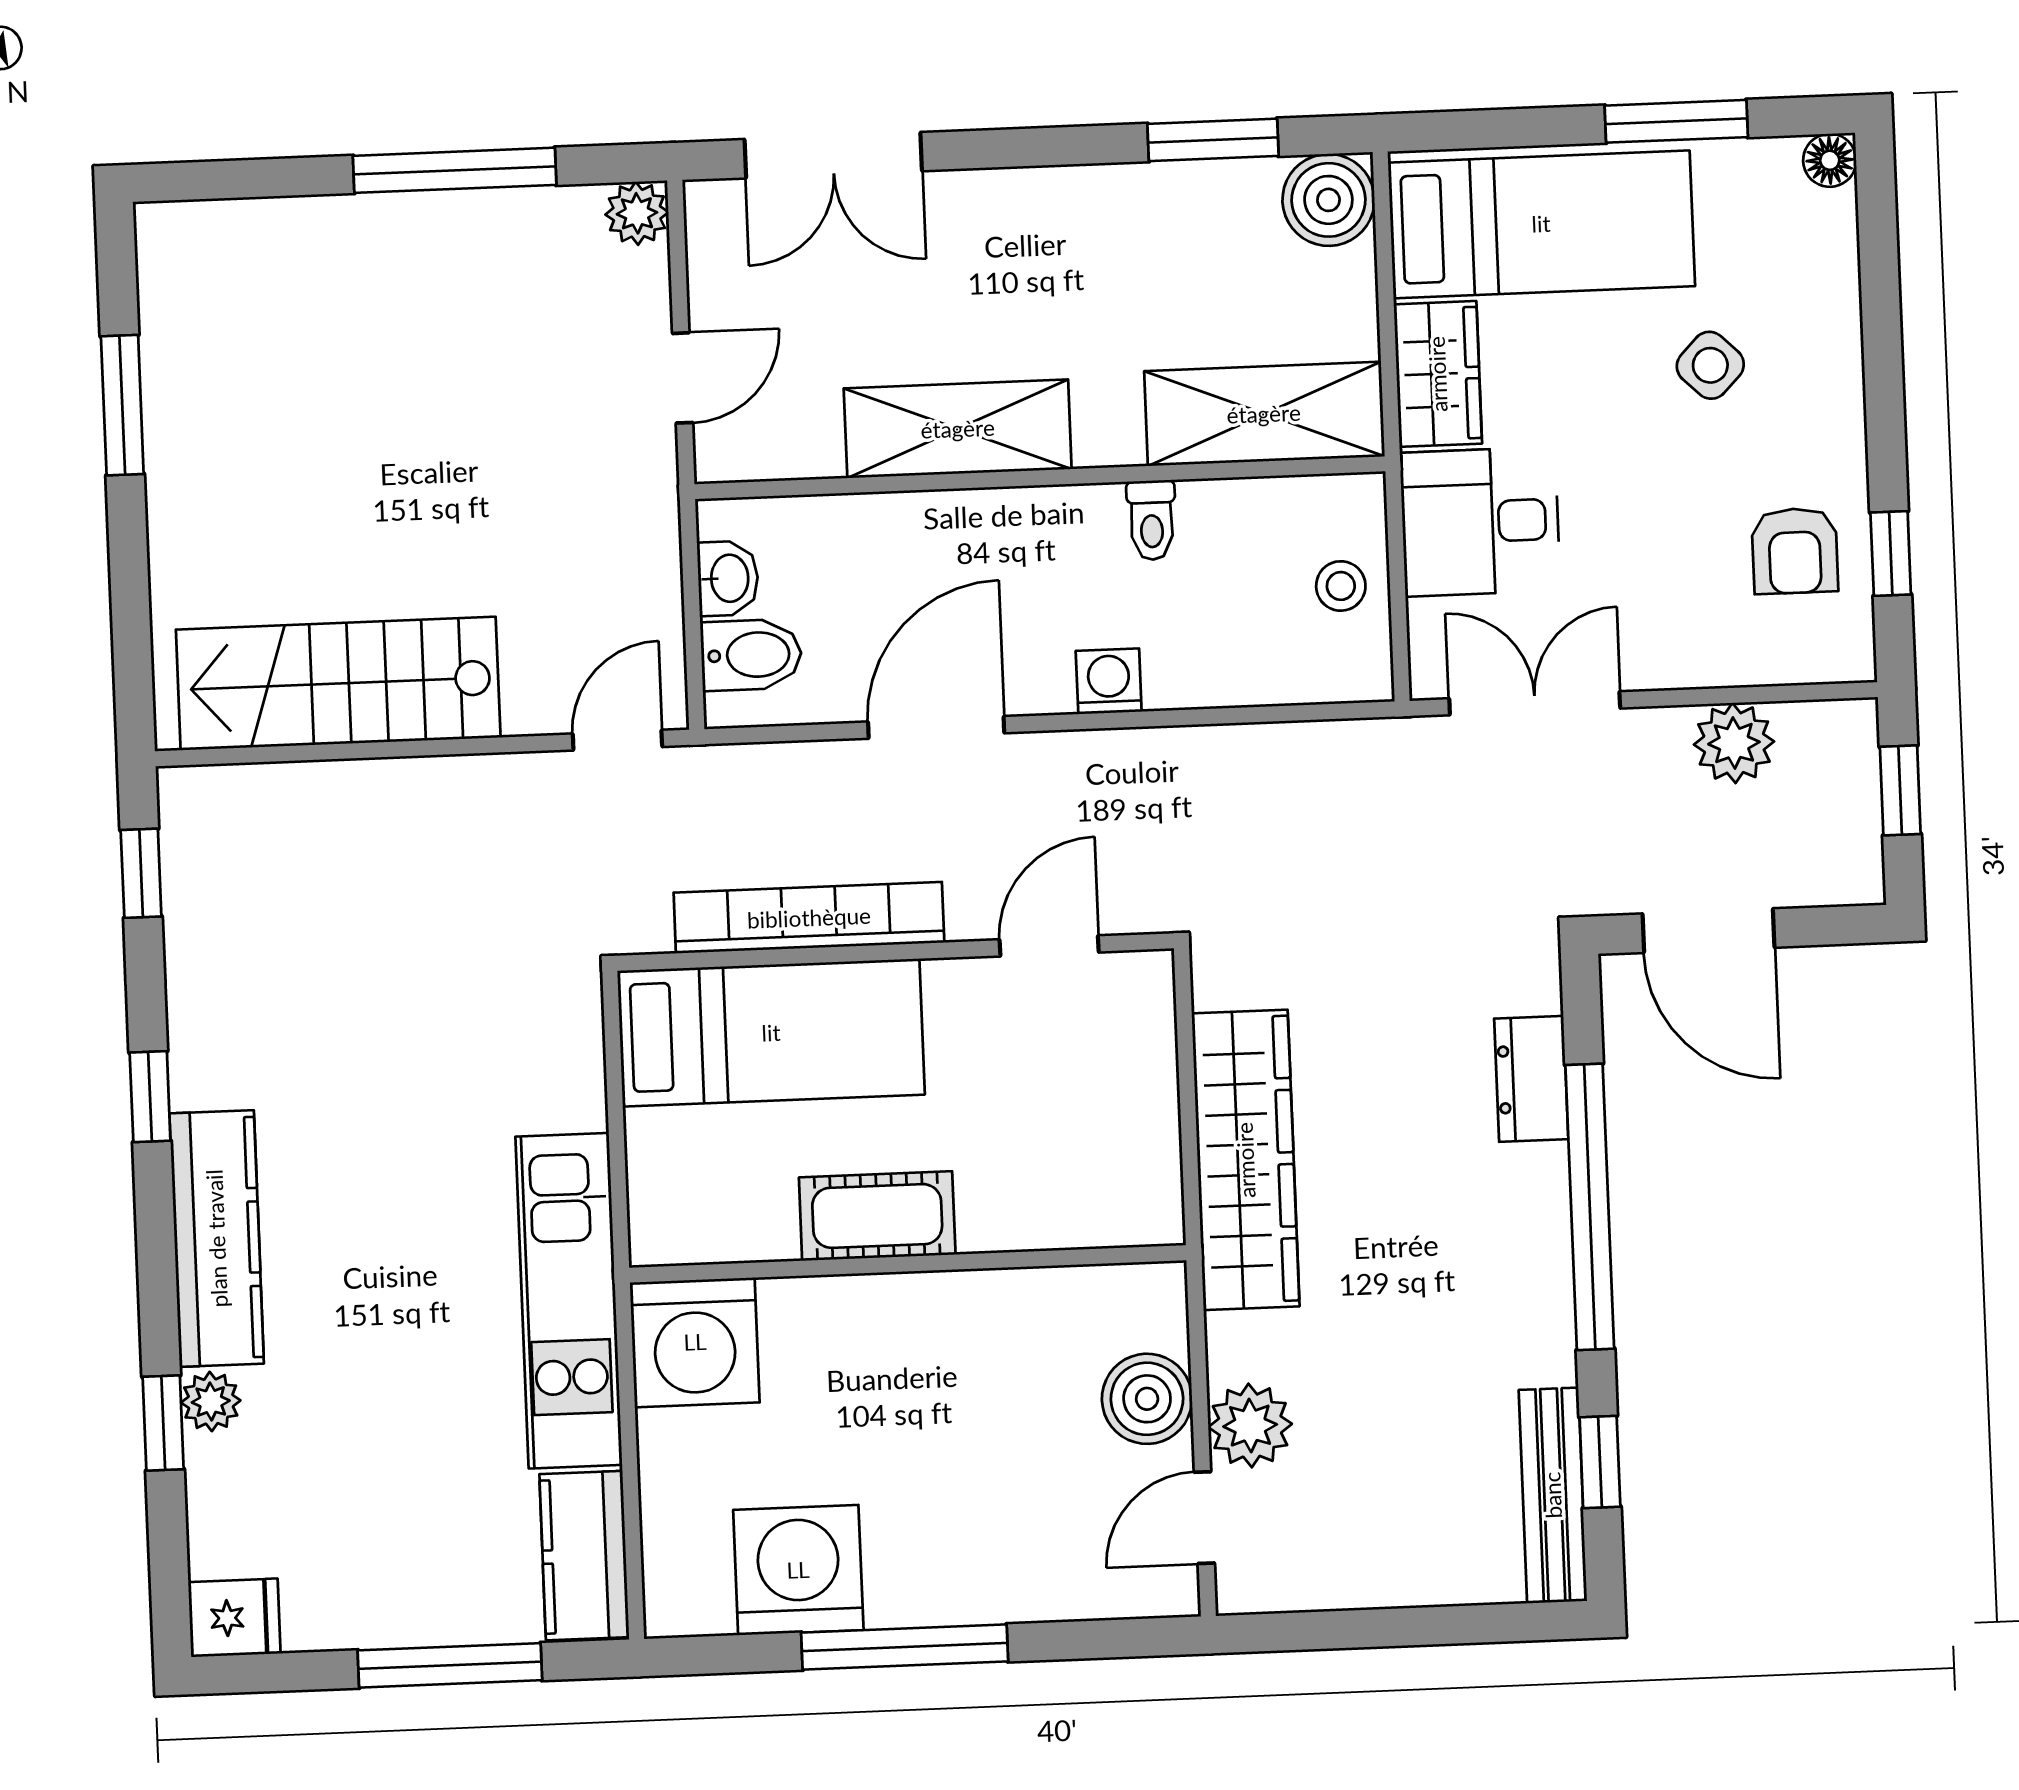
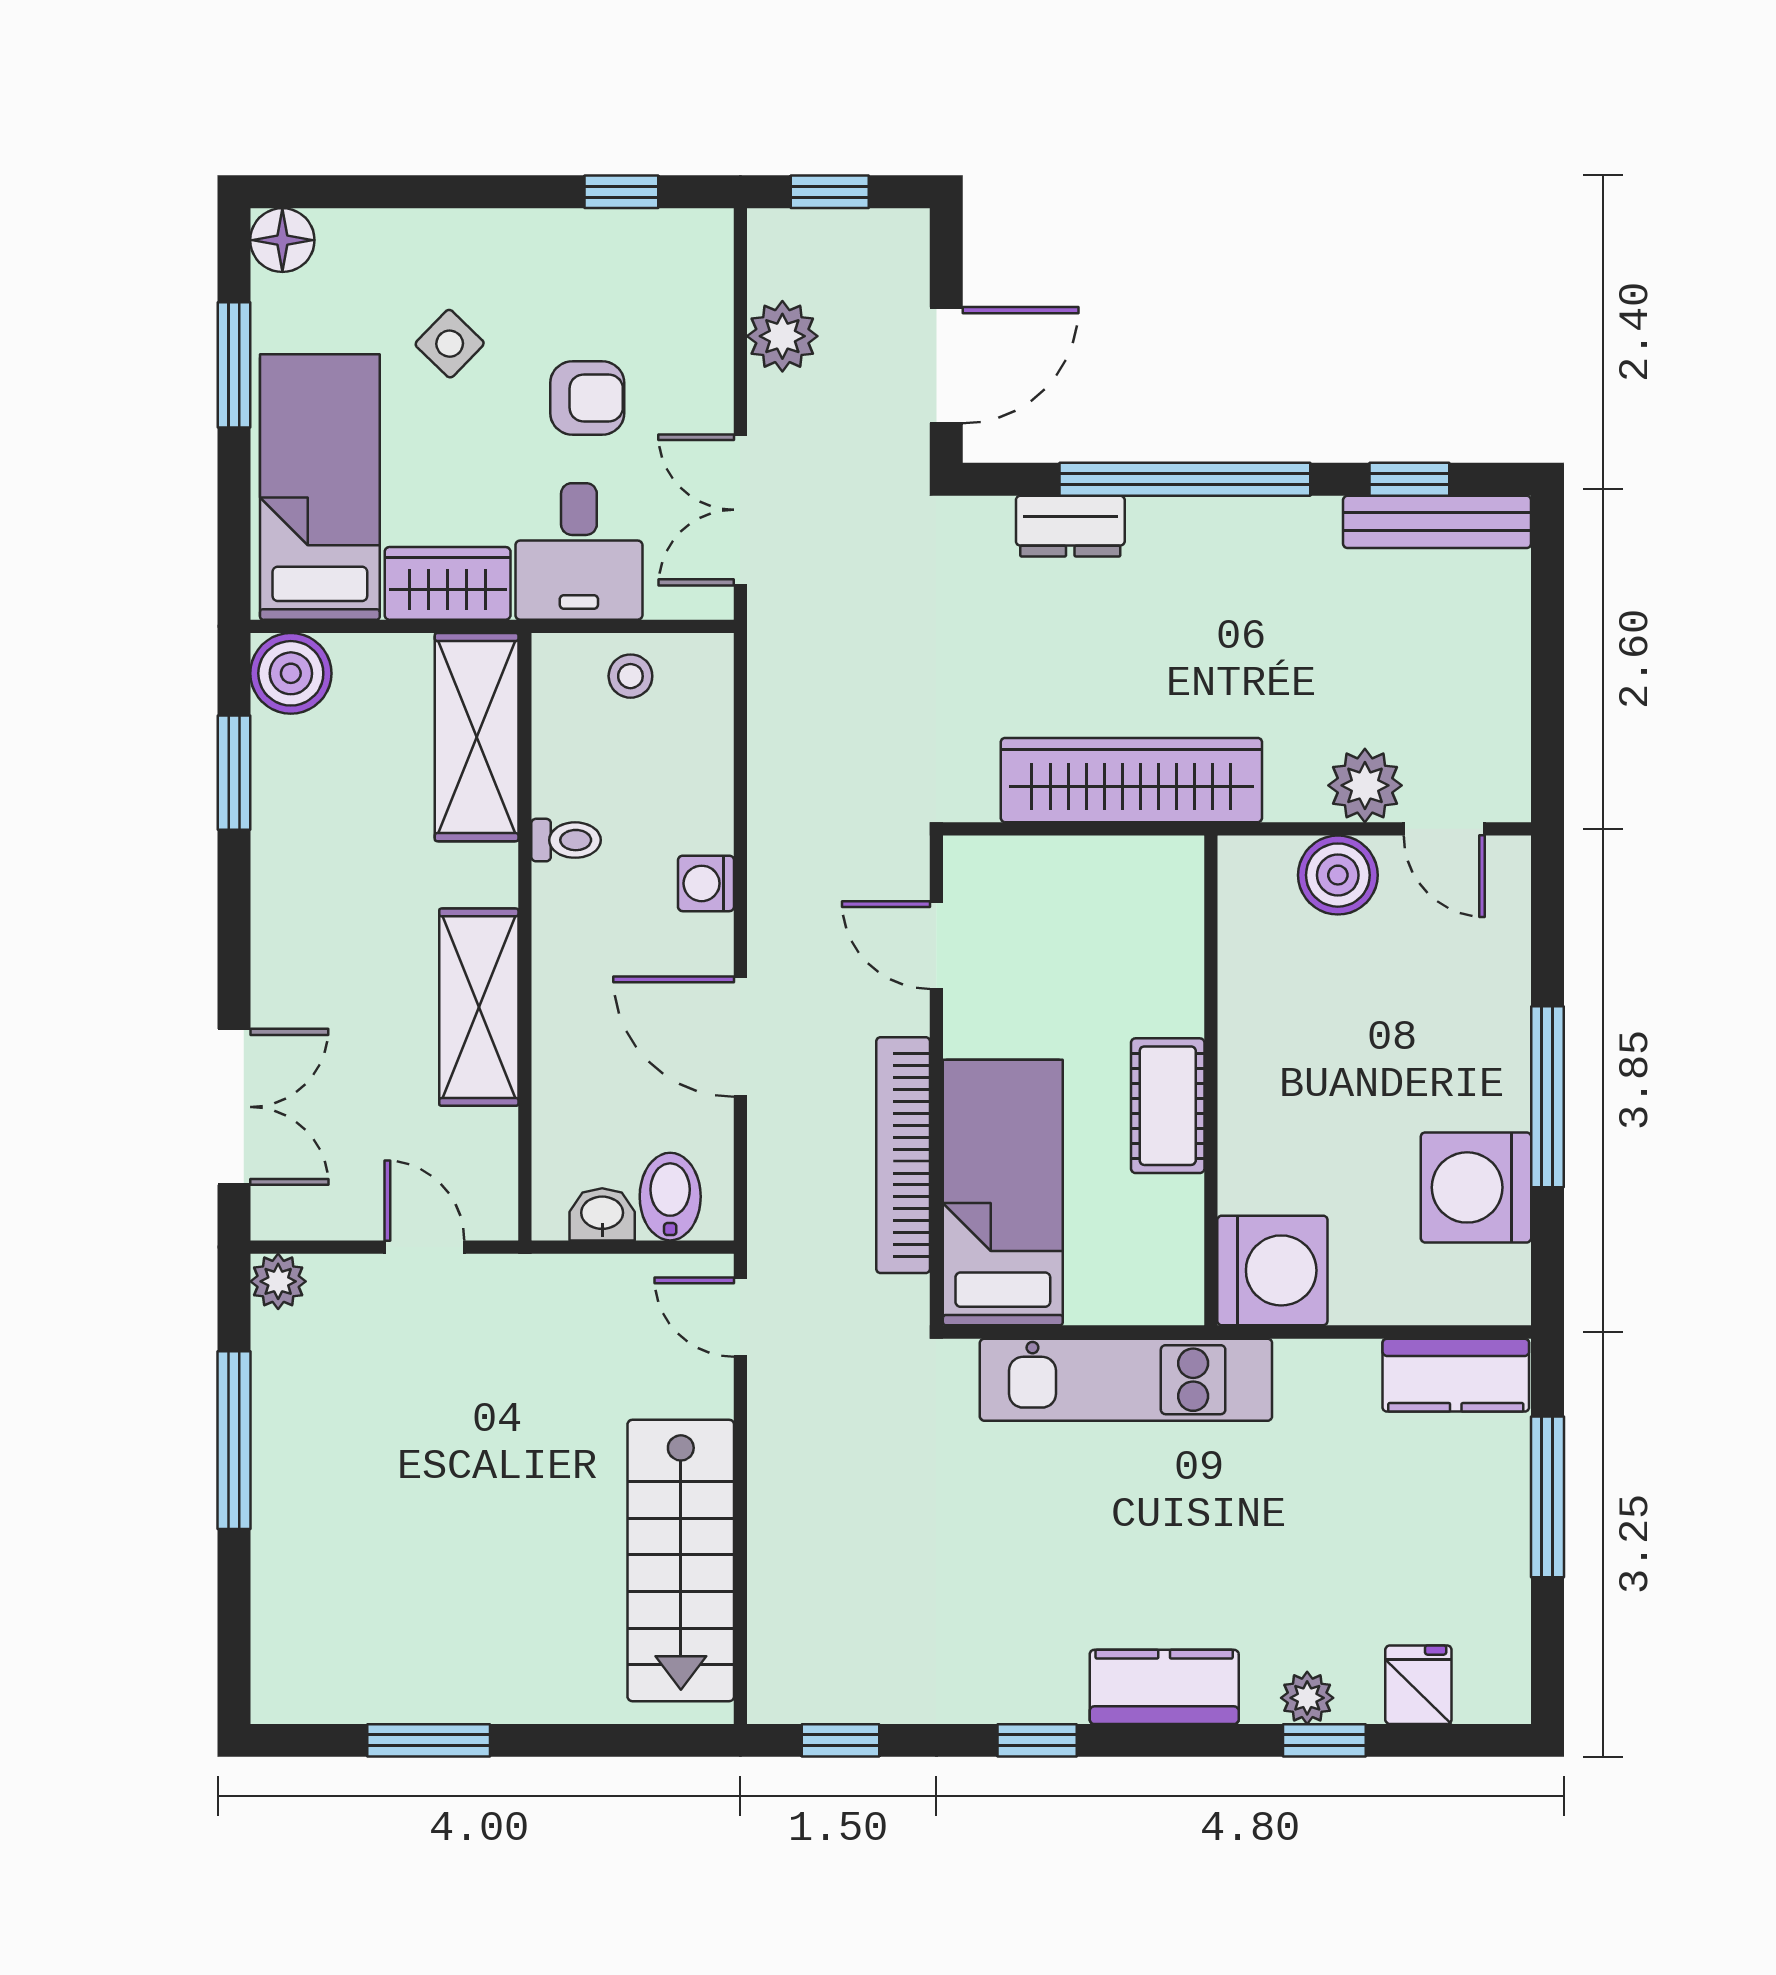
floor lamp: (1830, 160) -> (282, 240), width x1.37, depth x1.37
armchair: (1795, 551) -> (587, 398), moved
kitchen counter: (217, 1238) -> (1164, 1687), width x0.67
kitchen unit: (569, 1301) -> (1126, 1380), moved
fridge: (234, 1618) -> (1418, 1685), moved

